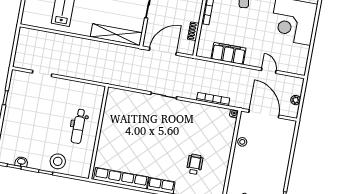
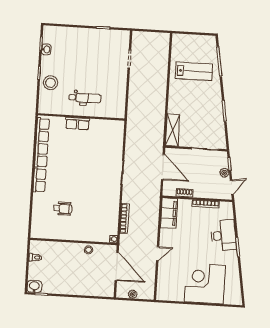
shelving: (116, 35) -> (173, 130), width x0.68
filing cabinet: (228, 53) -> (169, 213), moved
door: (269, 71) -> (158, 254), moved
door: (264, 114) -> (117, 267), hinge flipped
dental chair: (79, 126) -> (85, 98), turned 180
row of seats: (105, 138) -> (77, 123), added

